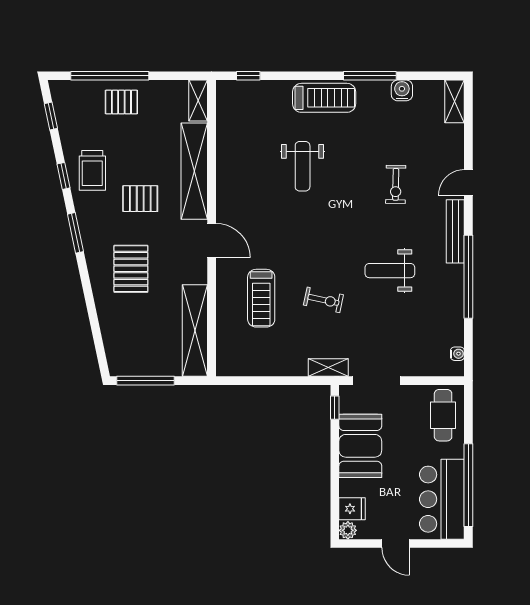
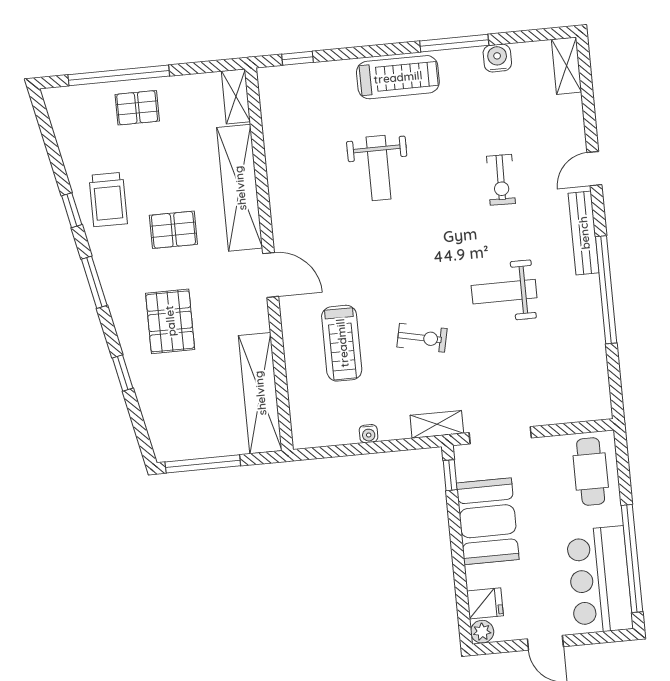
window: (51, 116) -> (123, 373), moved
water cooler: (457, 354) -> (369, 434), moved, turned 90

